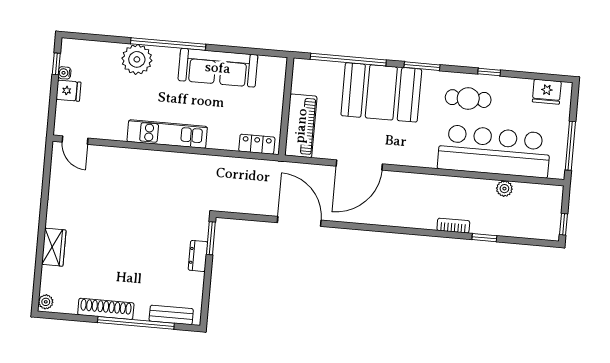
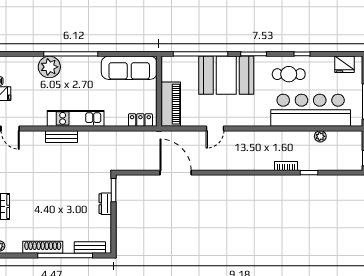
sofa: (218, 68) -> (129, 68), moved
bench: (145, 158) -> (62, 137), added
door: (359, 165) -> (215, 128), width x0.53

